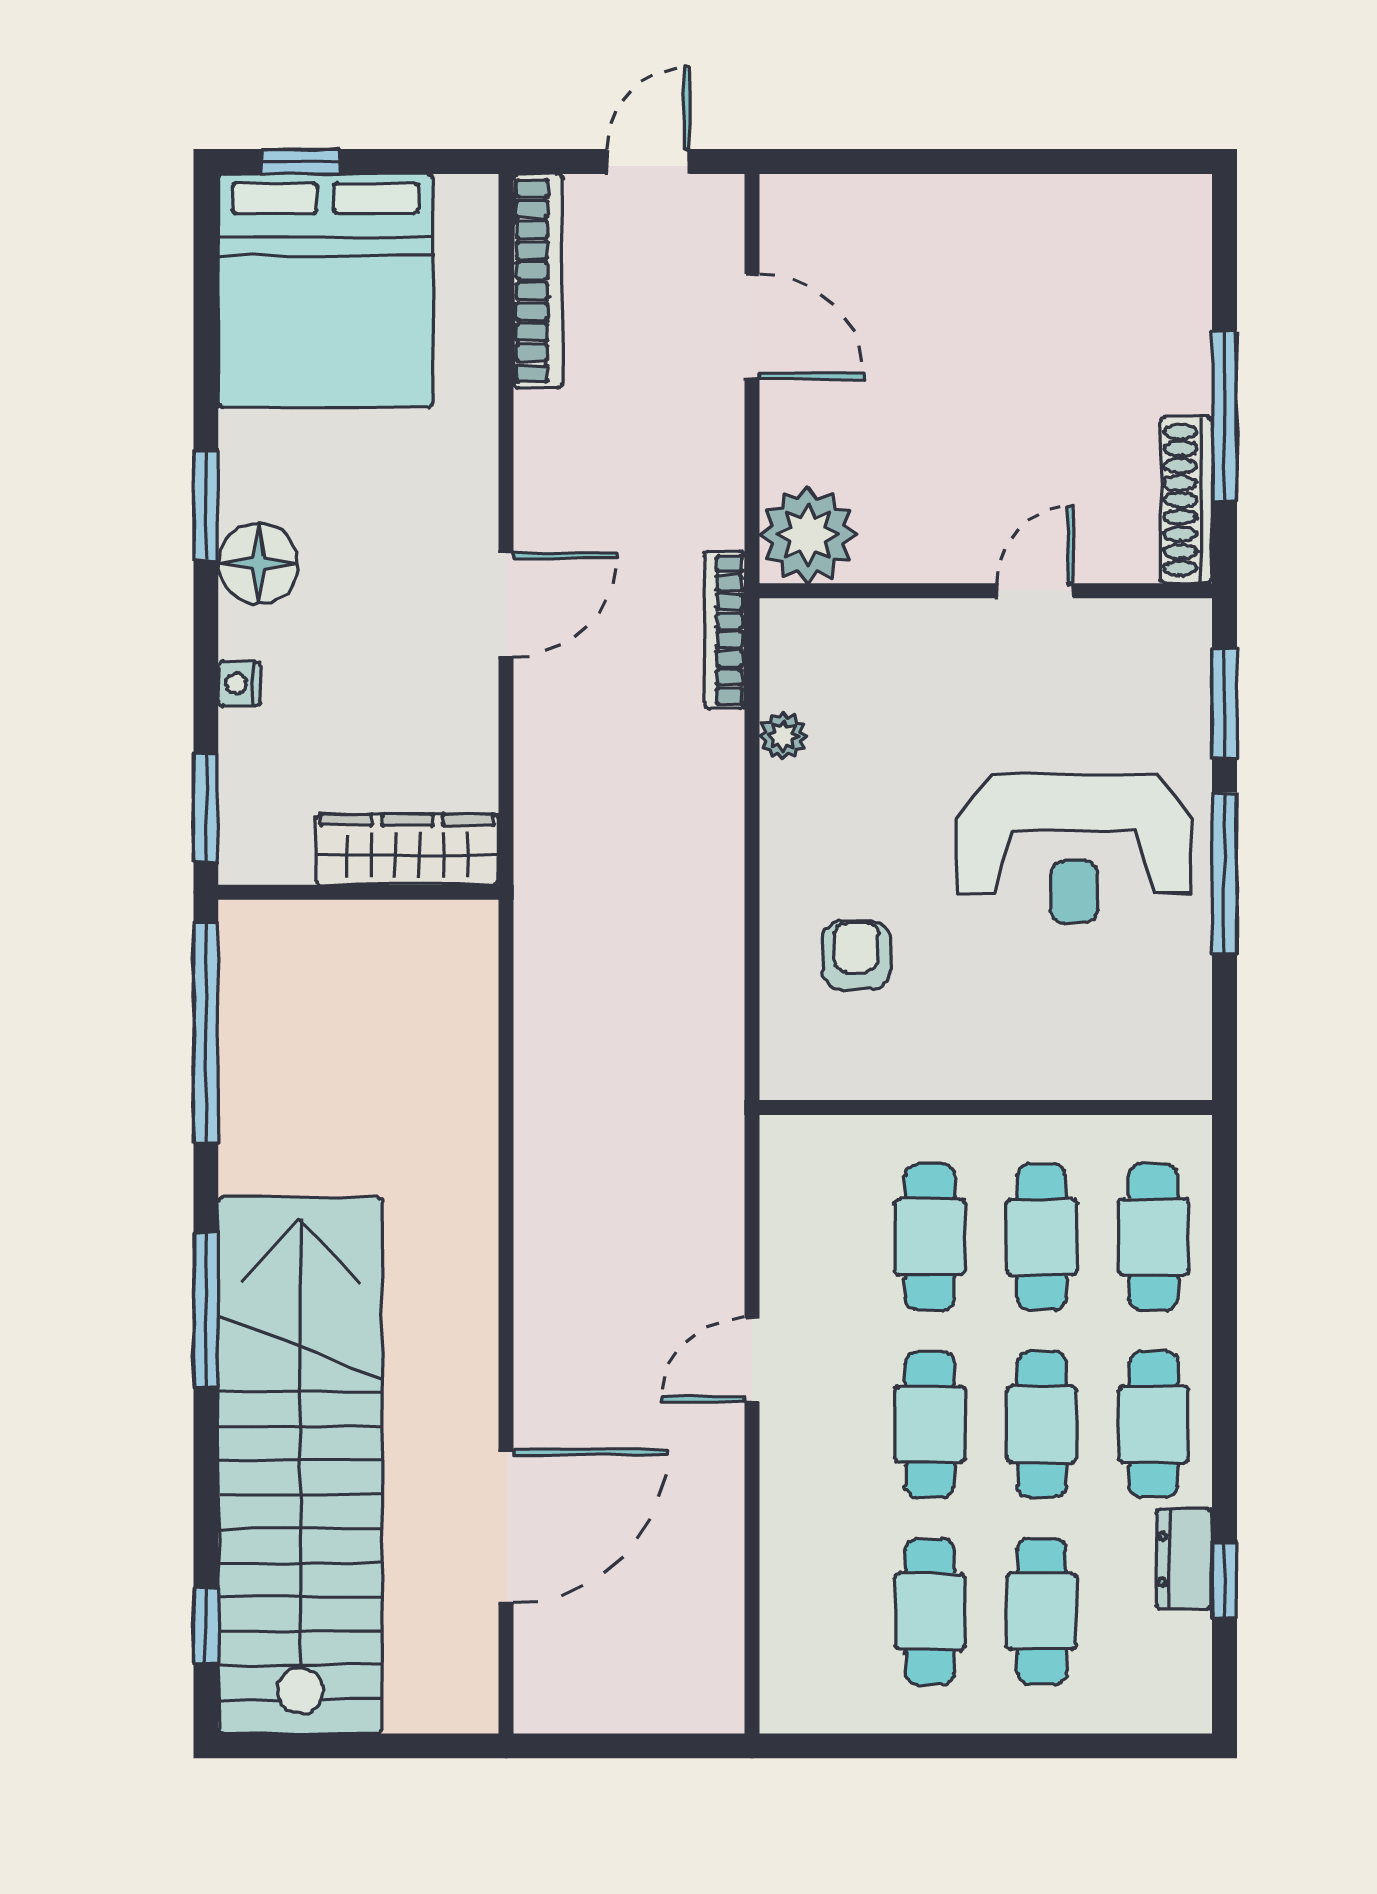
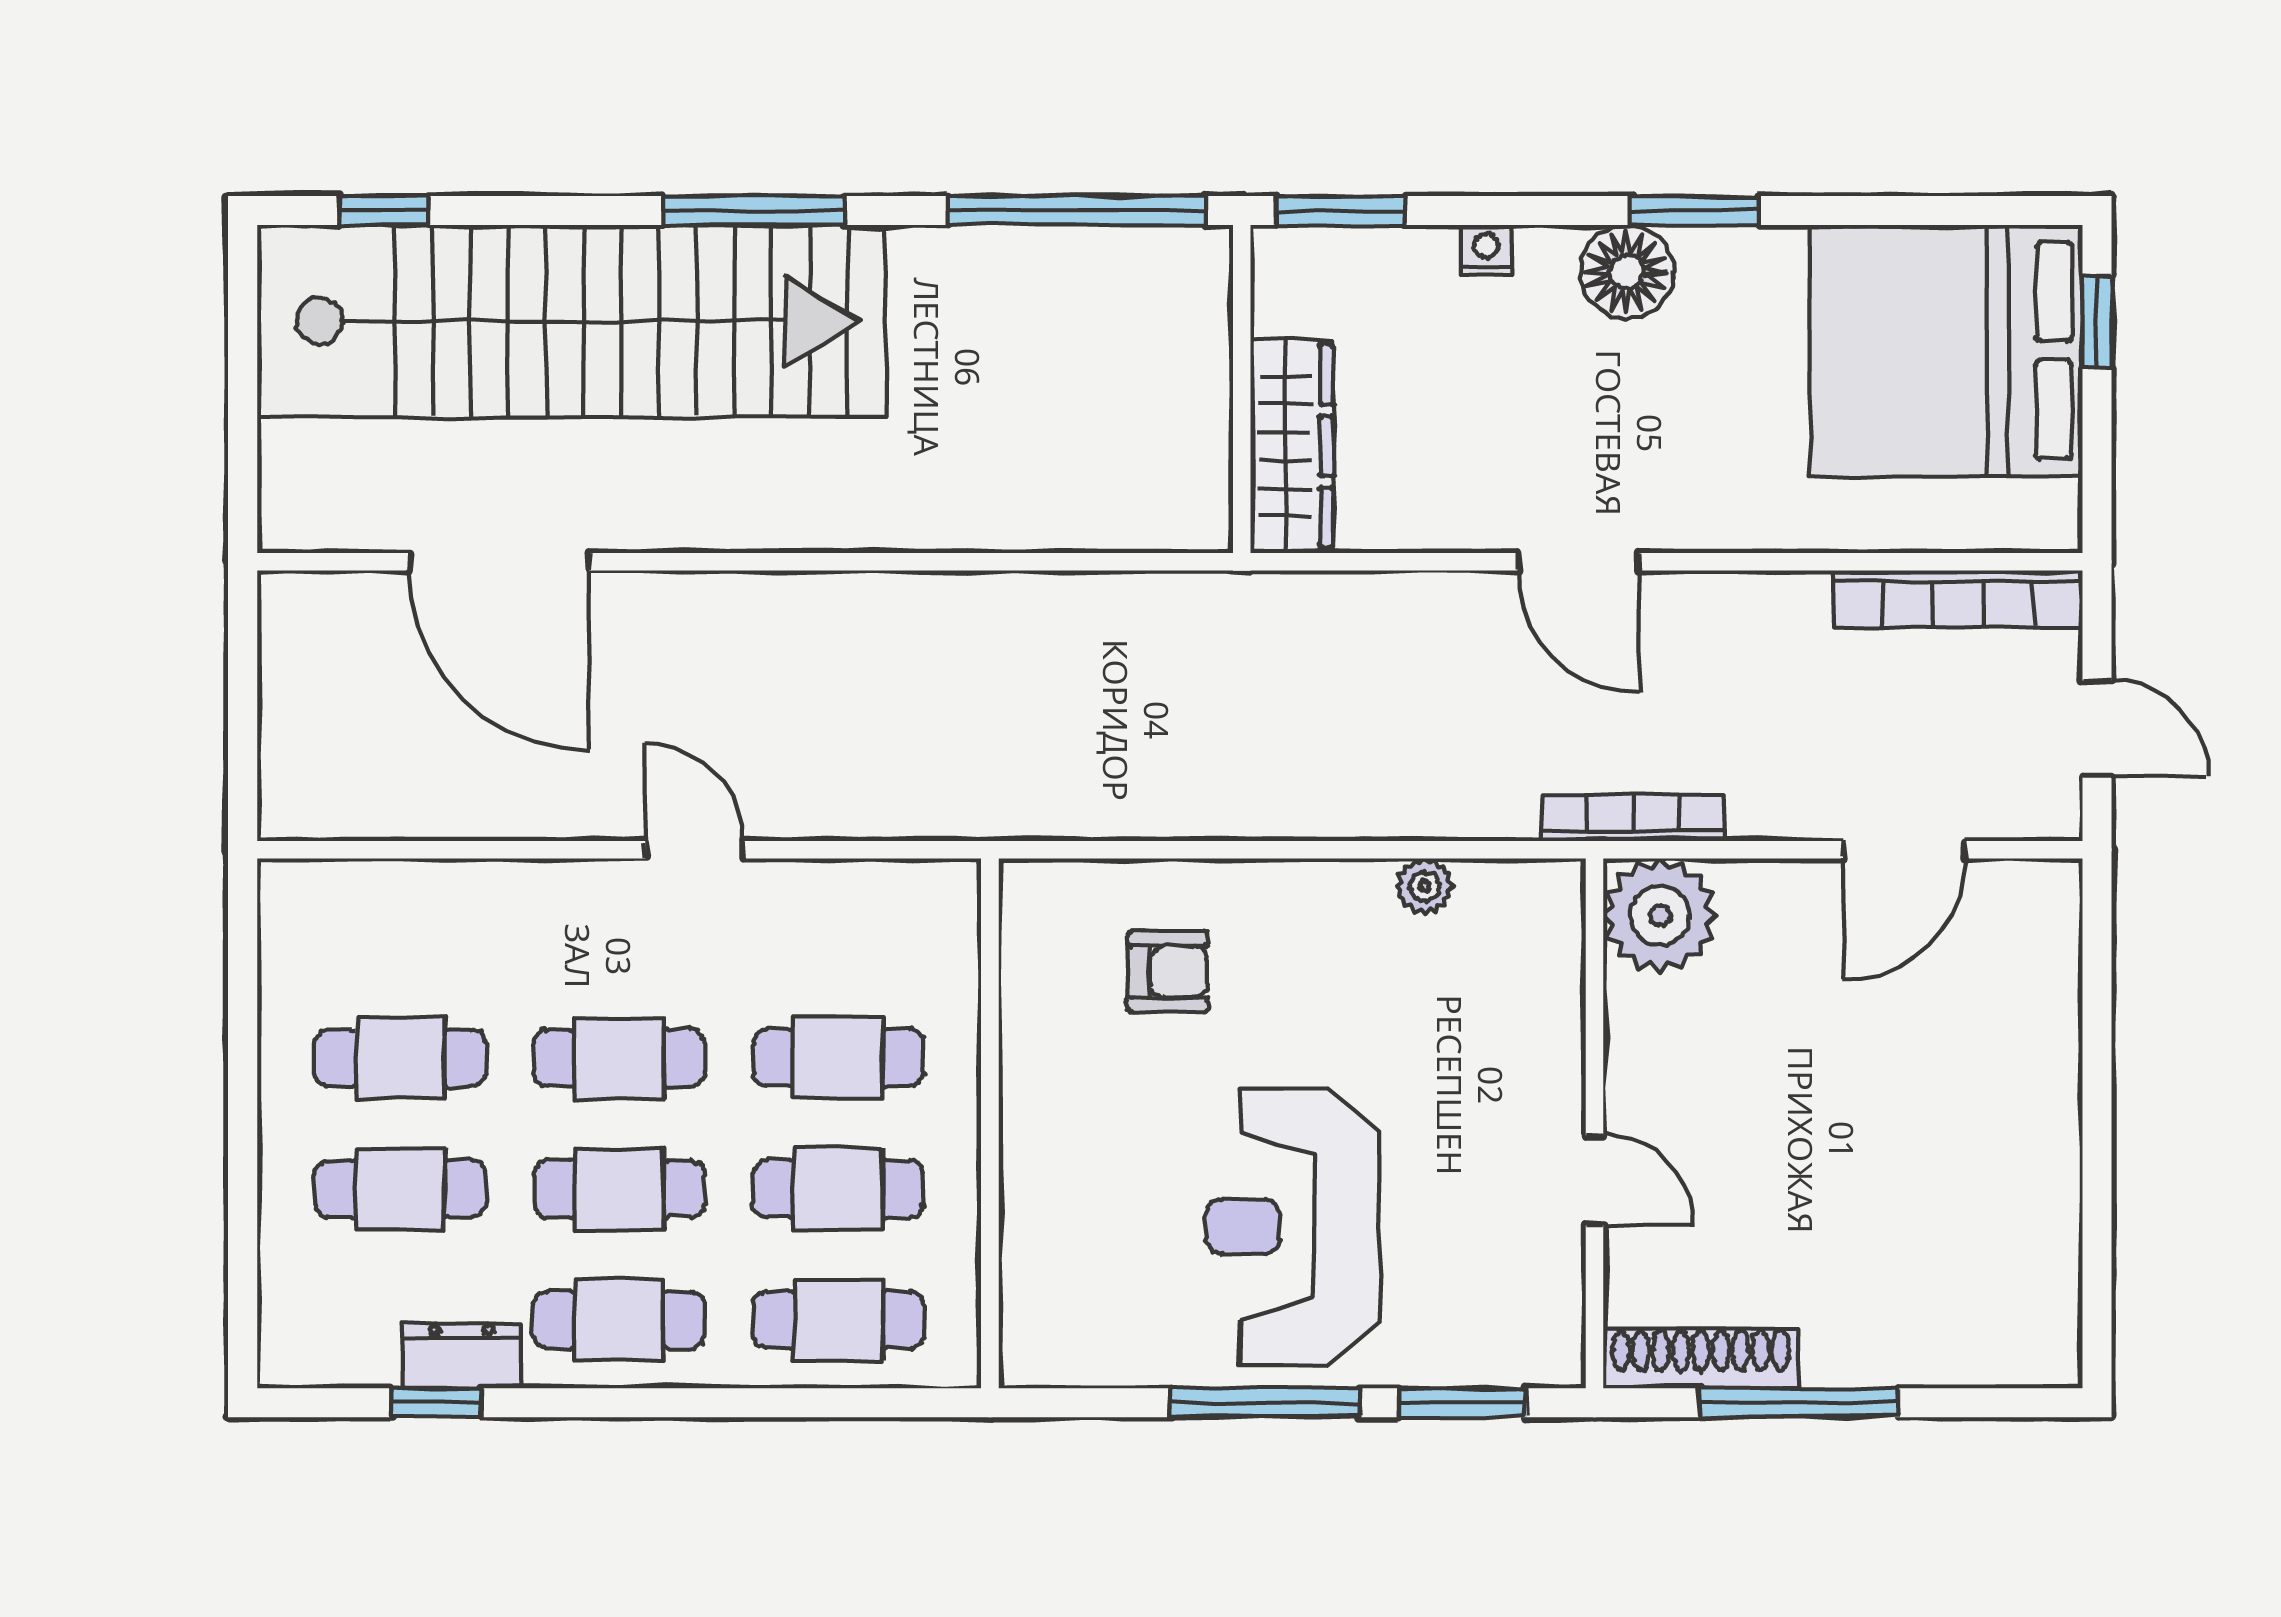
bookcase: (725, 630) -> (1633, 818), moved

